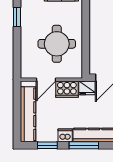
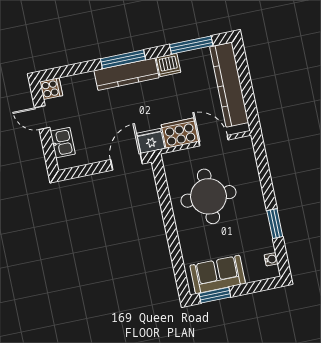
door: (46, 80) -> (213, 141), hinge flipped
window: (47, 145) -> (191, 45), width x1.44
window: (84, 145) -> (123, 59), moved

